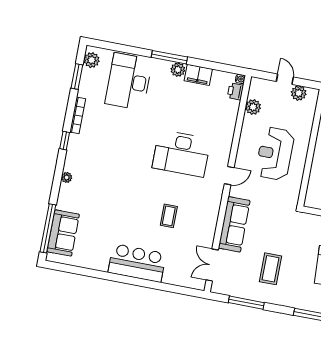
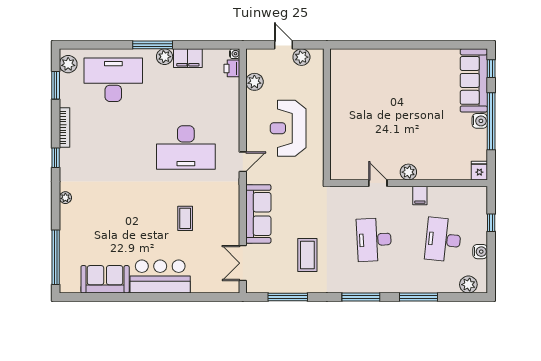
desk: (129, 81) -> (113, 80), turned 90
sofa: (63, 233) -> (105, 279), moved, turned -90

